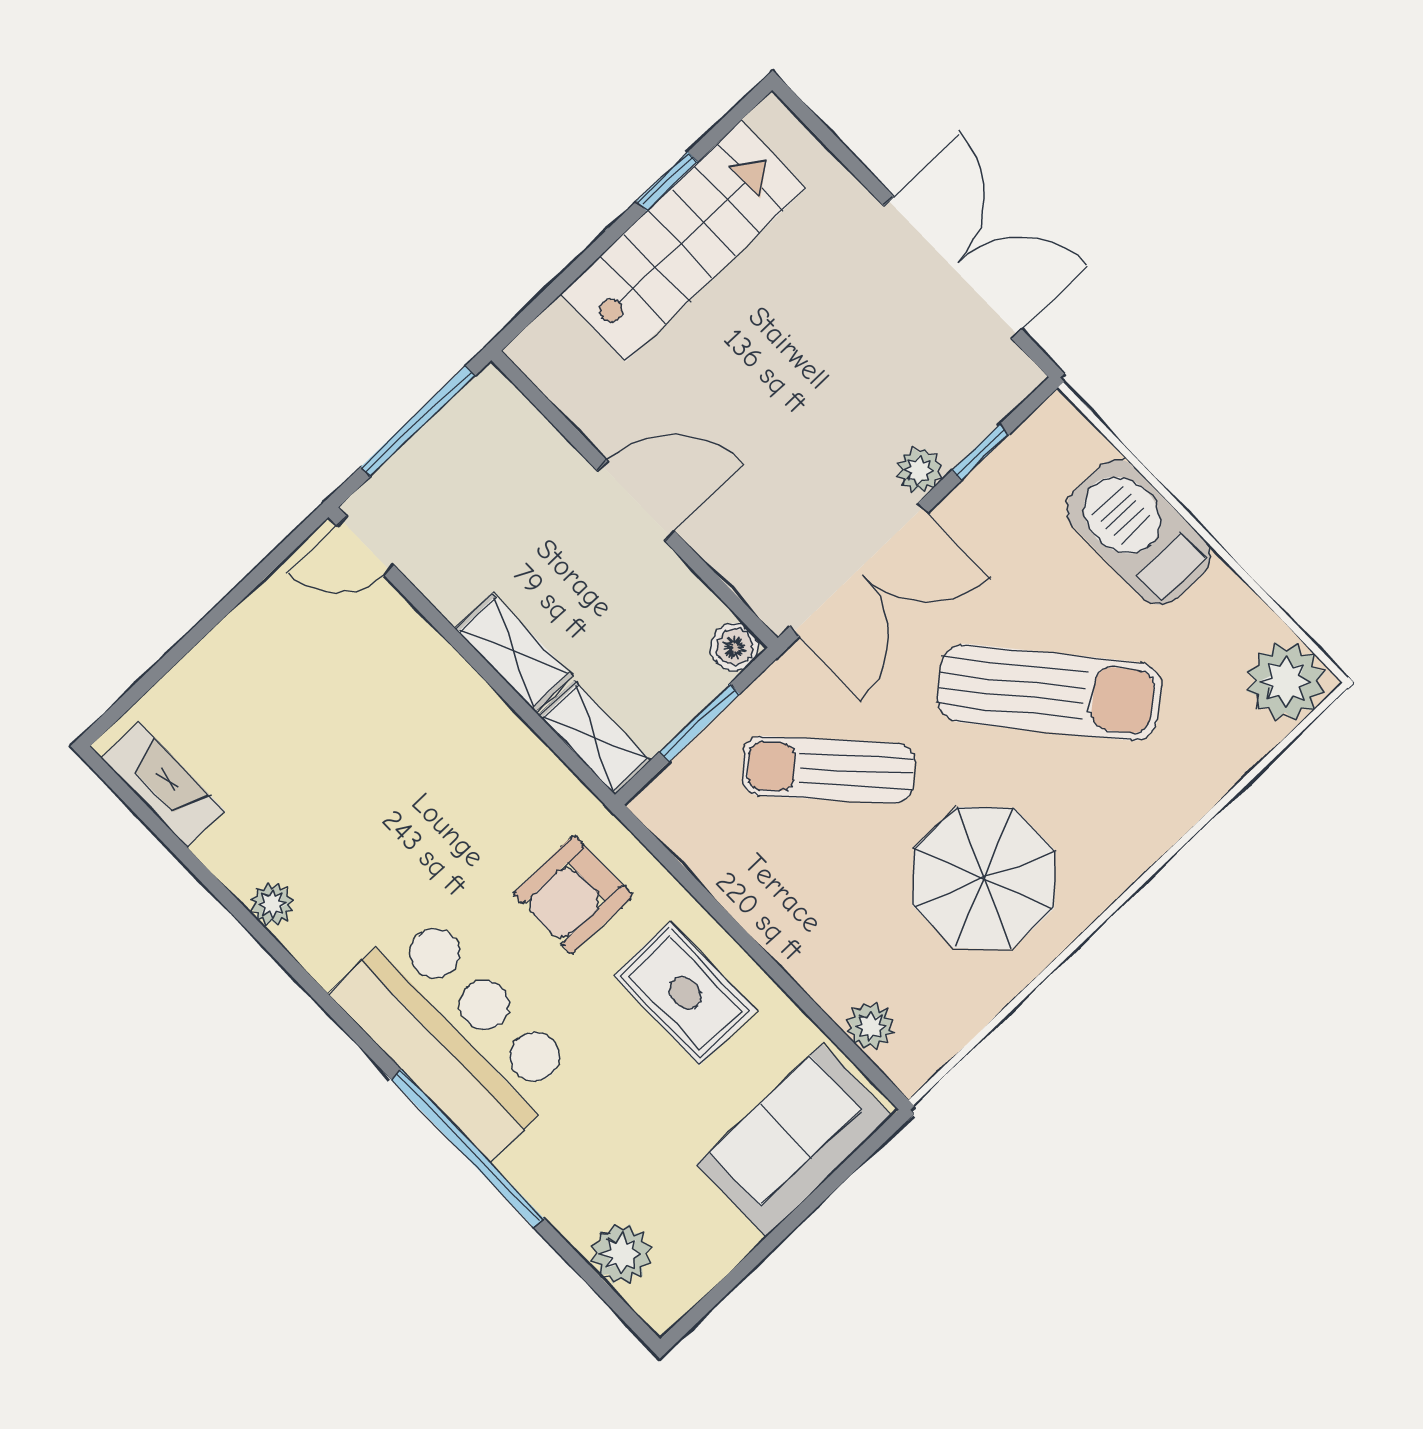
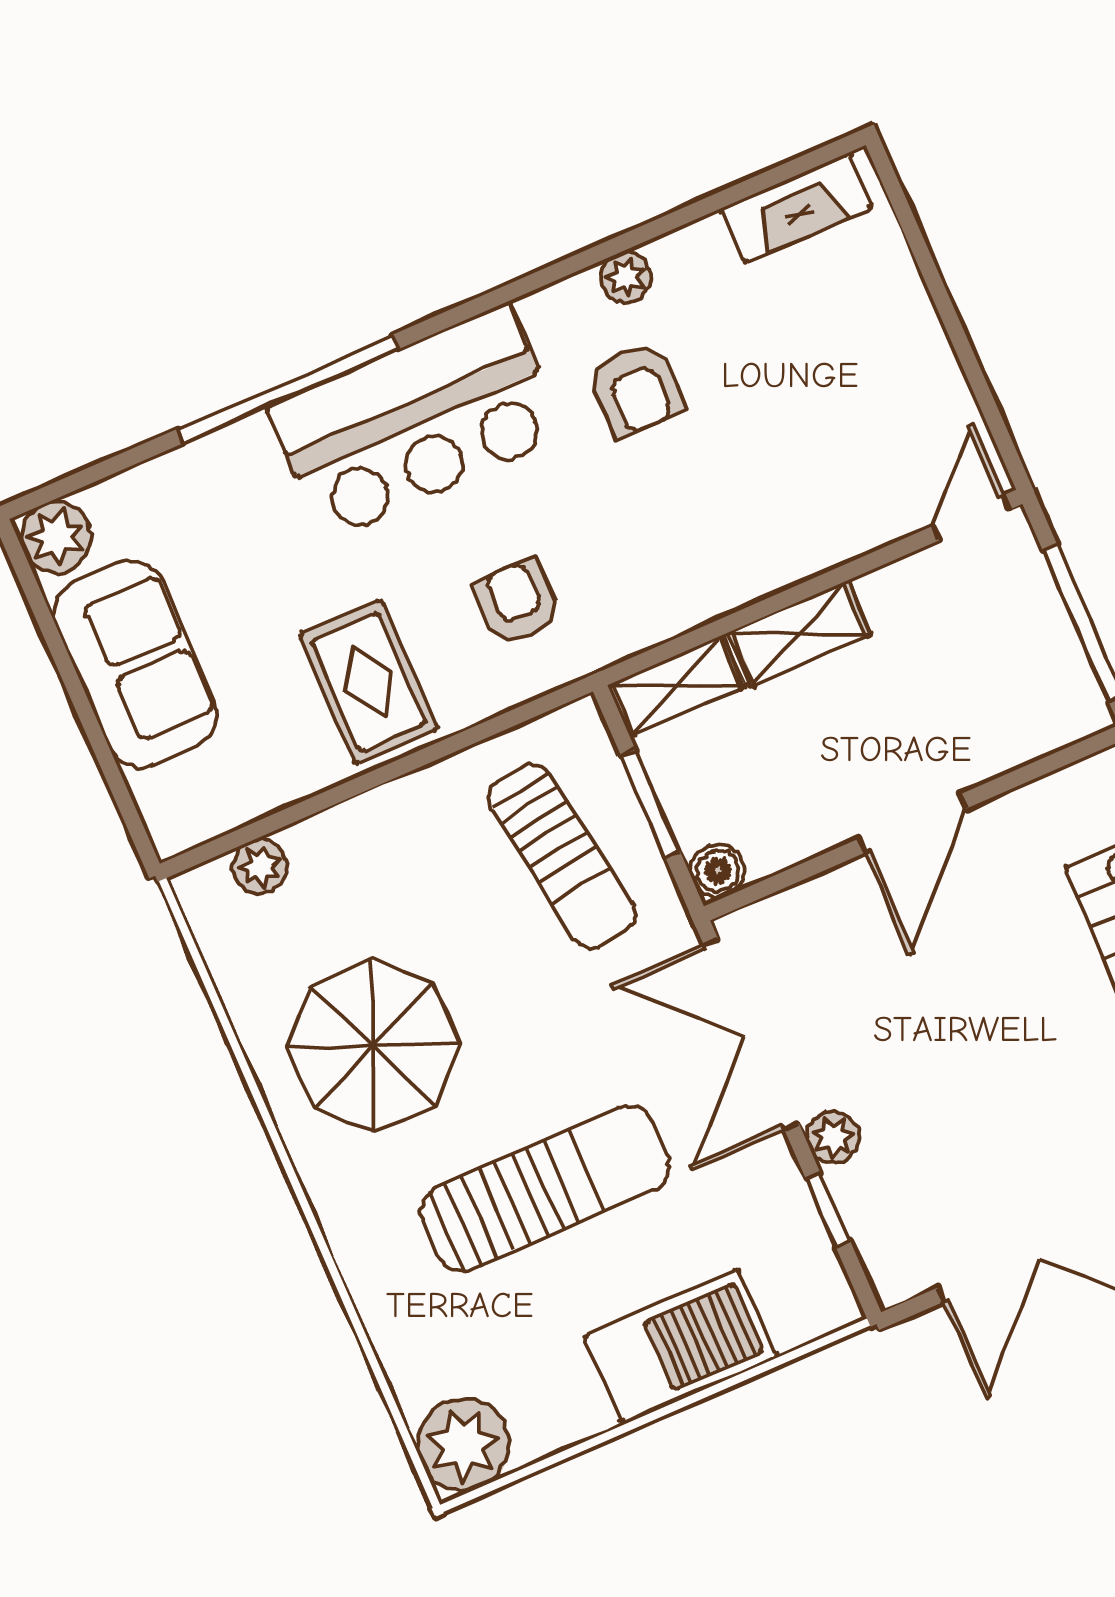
sun lounger: (1049, 692) -> (545, 1189), turned -140
sun lounger: (828, 770) -> (562, 856), moved, turned 124
armchair: (362, 861) -> (636, 389), added
armchair: (573, 895) -> (517, 601), width x0.72, depth x0.72
rug: (685, 993) -> (369, 682), turned 90
sofa: (794, 1140) -> (135, 664), moved
plant: (621, 1254) -> (56, 537), moved

